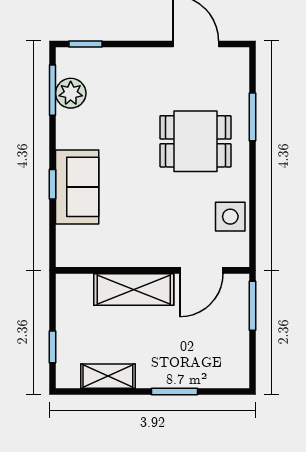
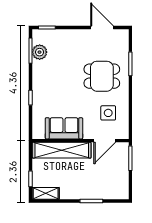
sofa: (77, 187) -> (64, 128), moved, turned -90
side table: (230, 217) -> (108, 113), moved
shelving: (134, 289) -> (62, 150), width x1.47
shelving: (108, 376) -> (46, 193), moved

